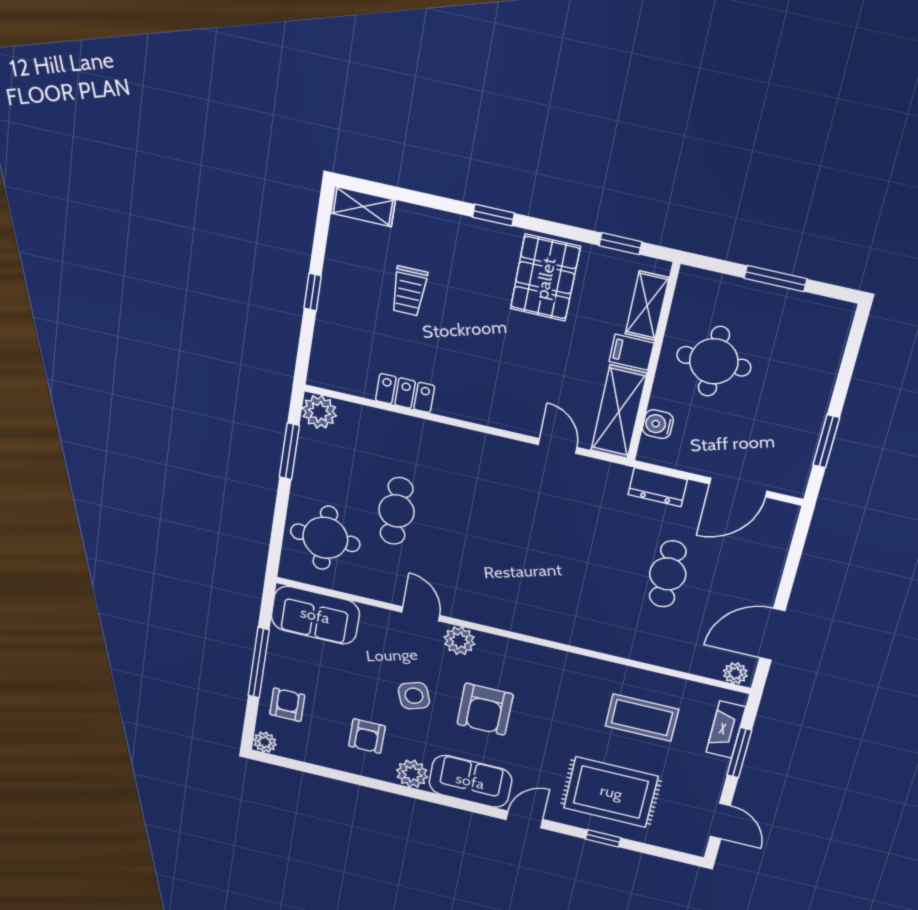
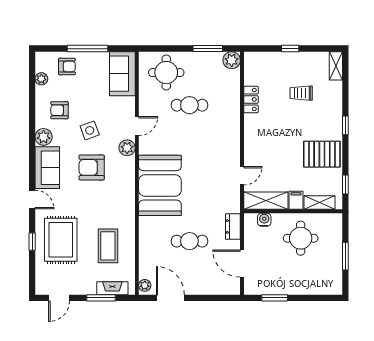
booth: (545, 601) -> (160, 185), added
plant: (265, 742) -> (41, 79), moved

